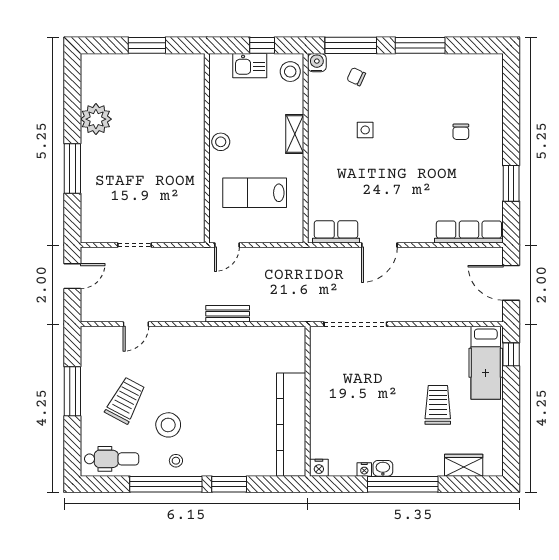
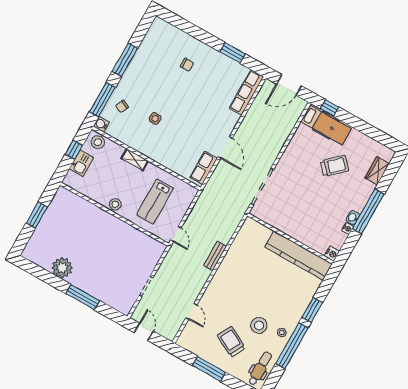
trolley: (438, 405) -> (335, 166), turned 137

